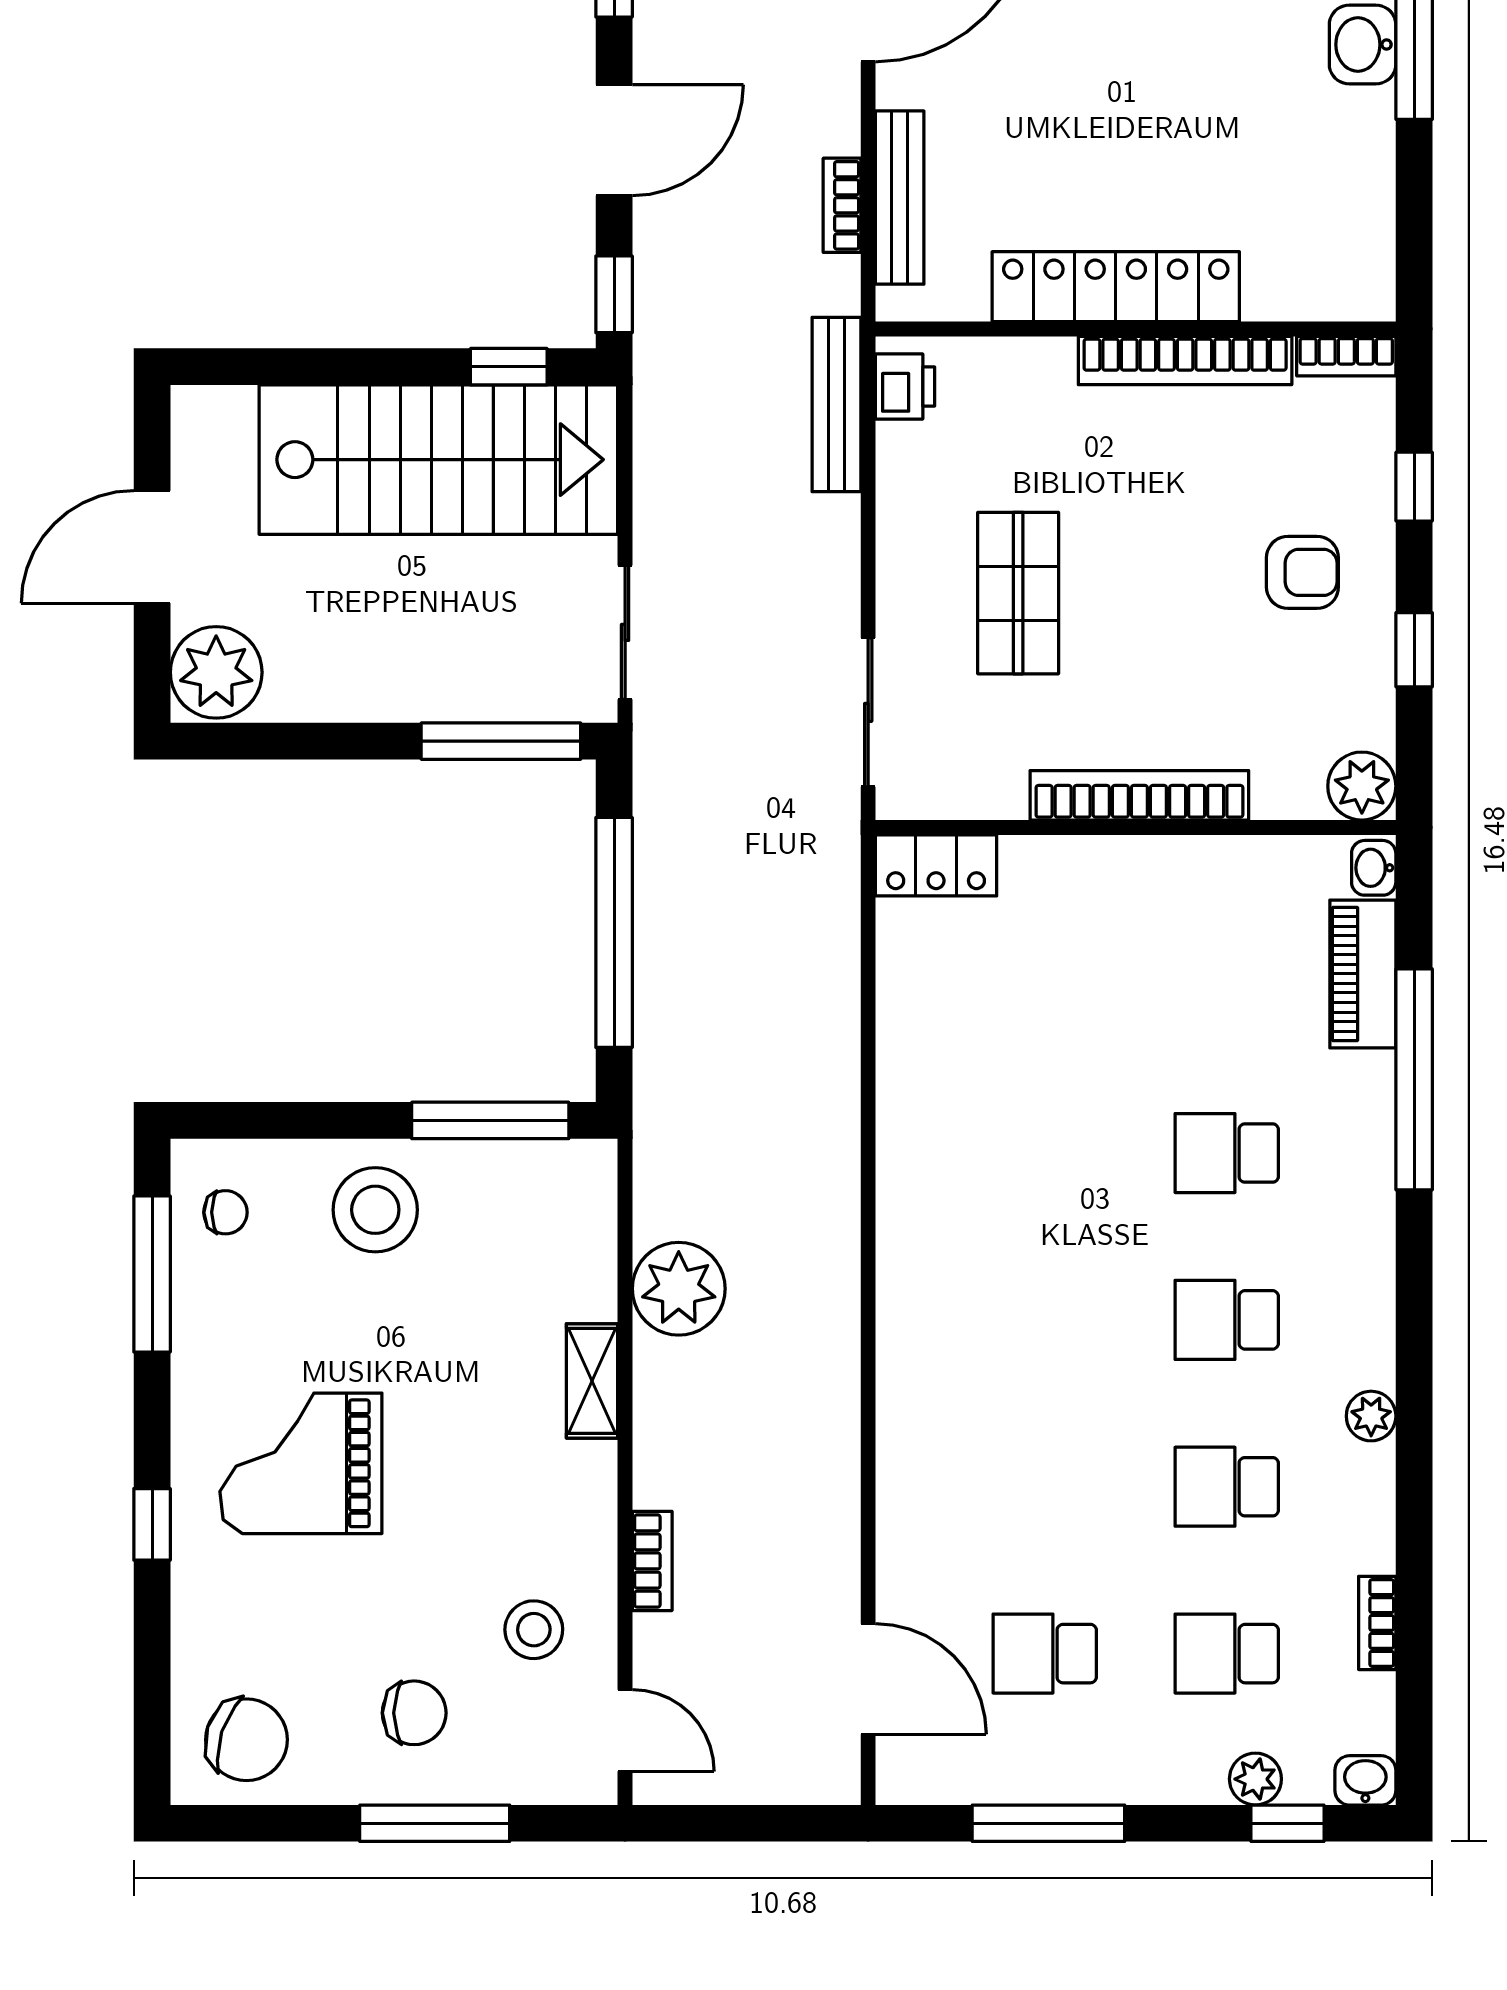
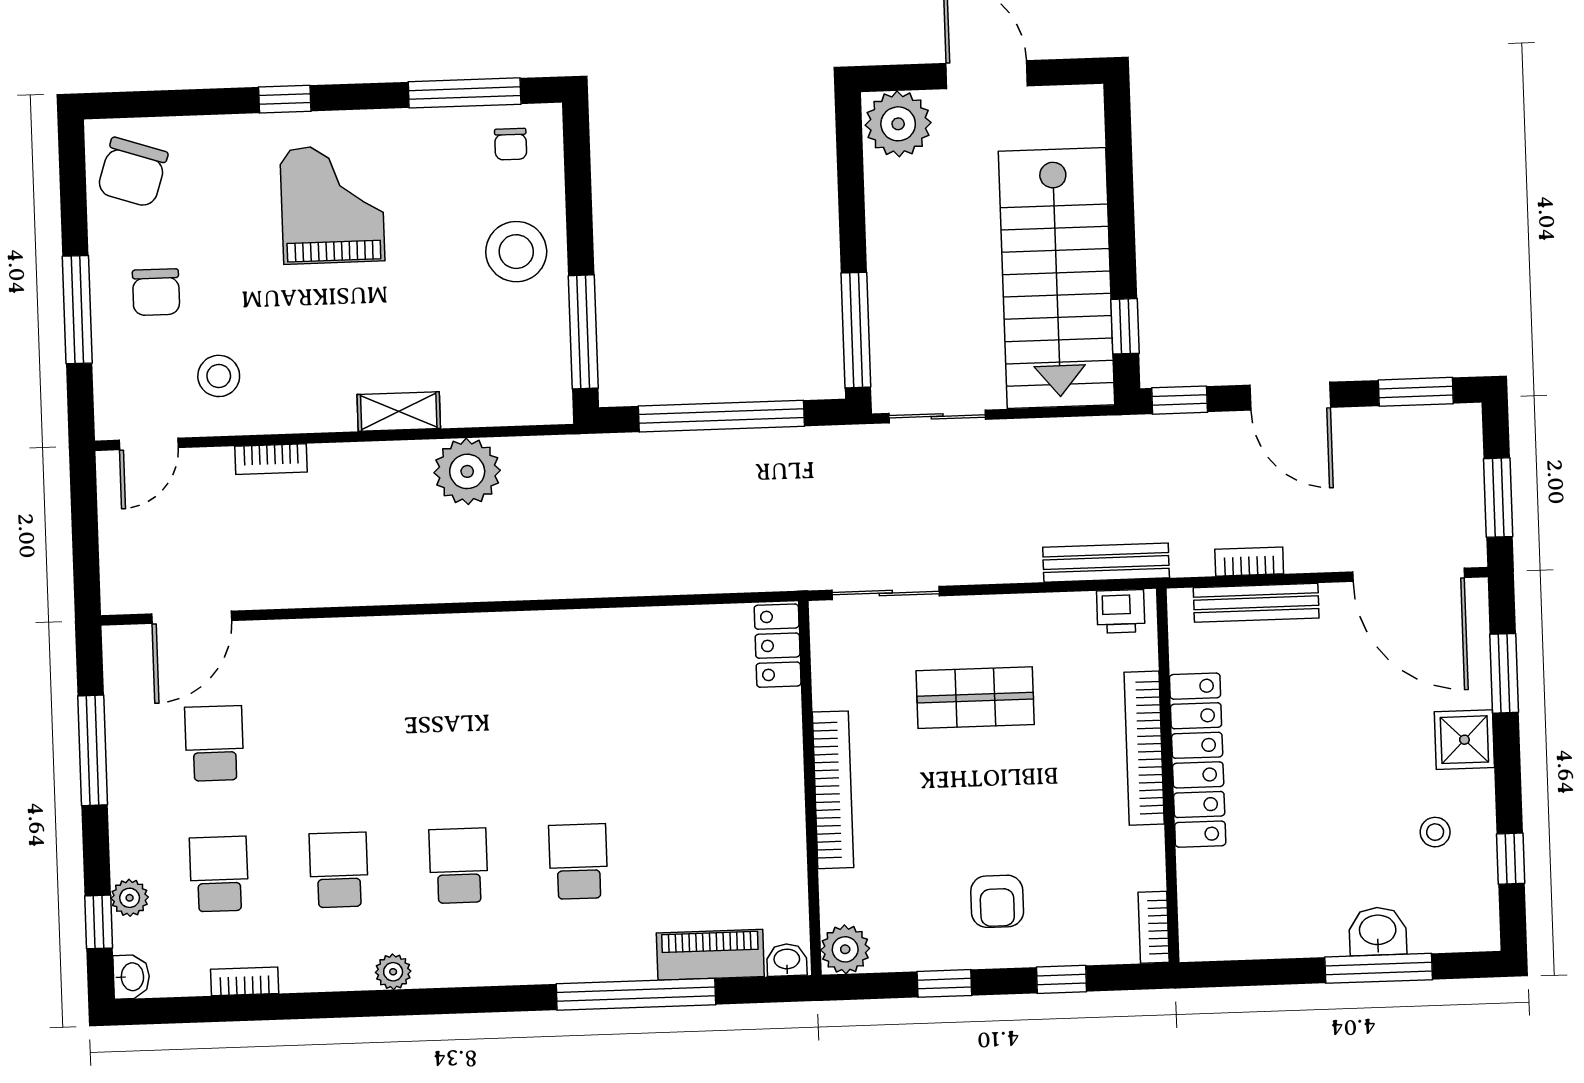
bookcase: (1185, 360) -> (1144, 748), moved

